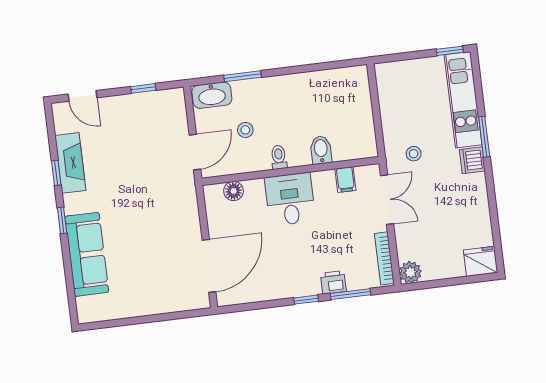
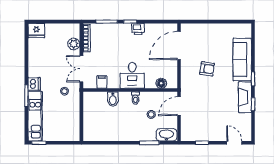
fireplace: (70, 163) -> (245, 97), moved
armchair: (151, 229) -> (207, 69), added
plant: (410, 272) -> (74, 44), moved
printer: (333, 282) -> (138, 29), moved

